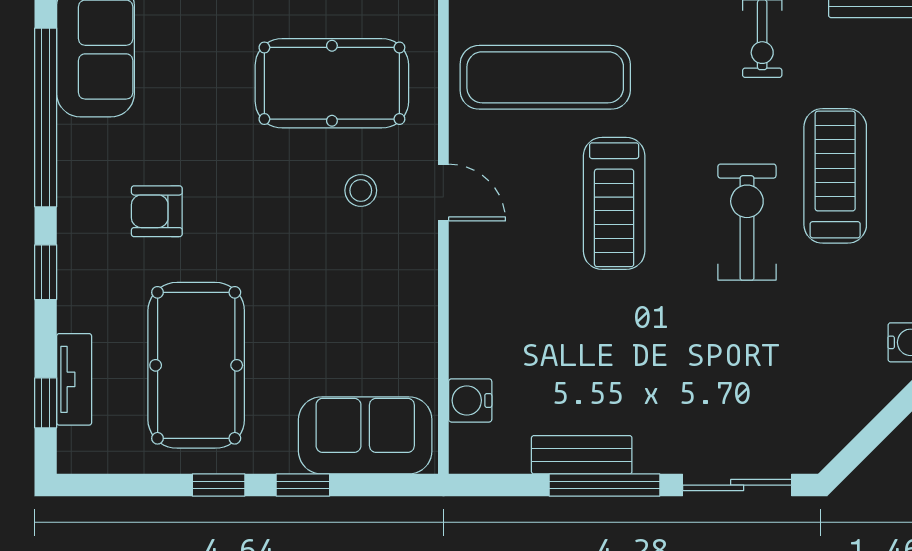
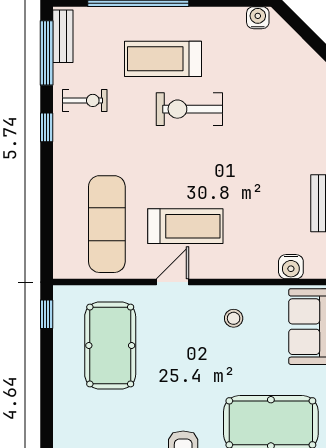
stool: (361, 190) -> (234, 318), moved
treadmill: (614, 203) -> (185, 226), moved

